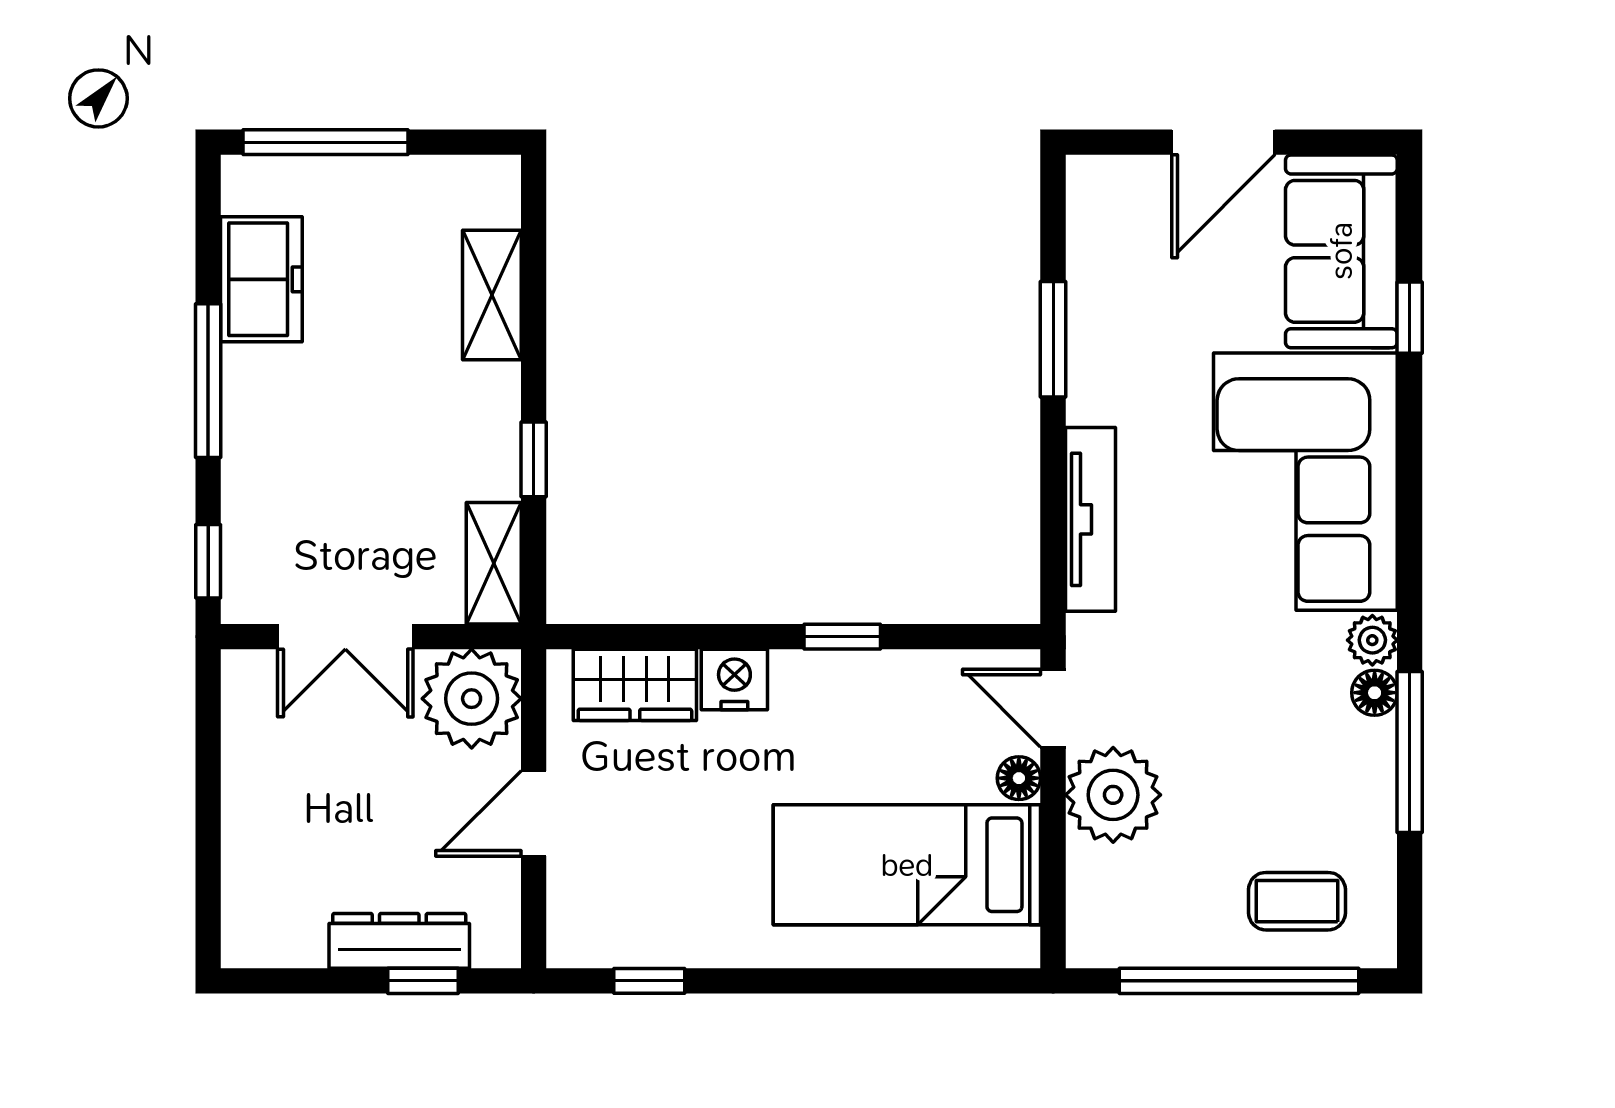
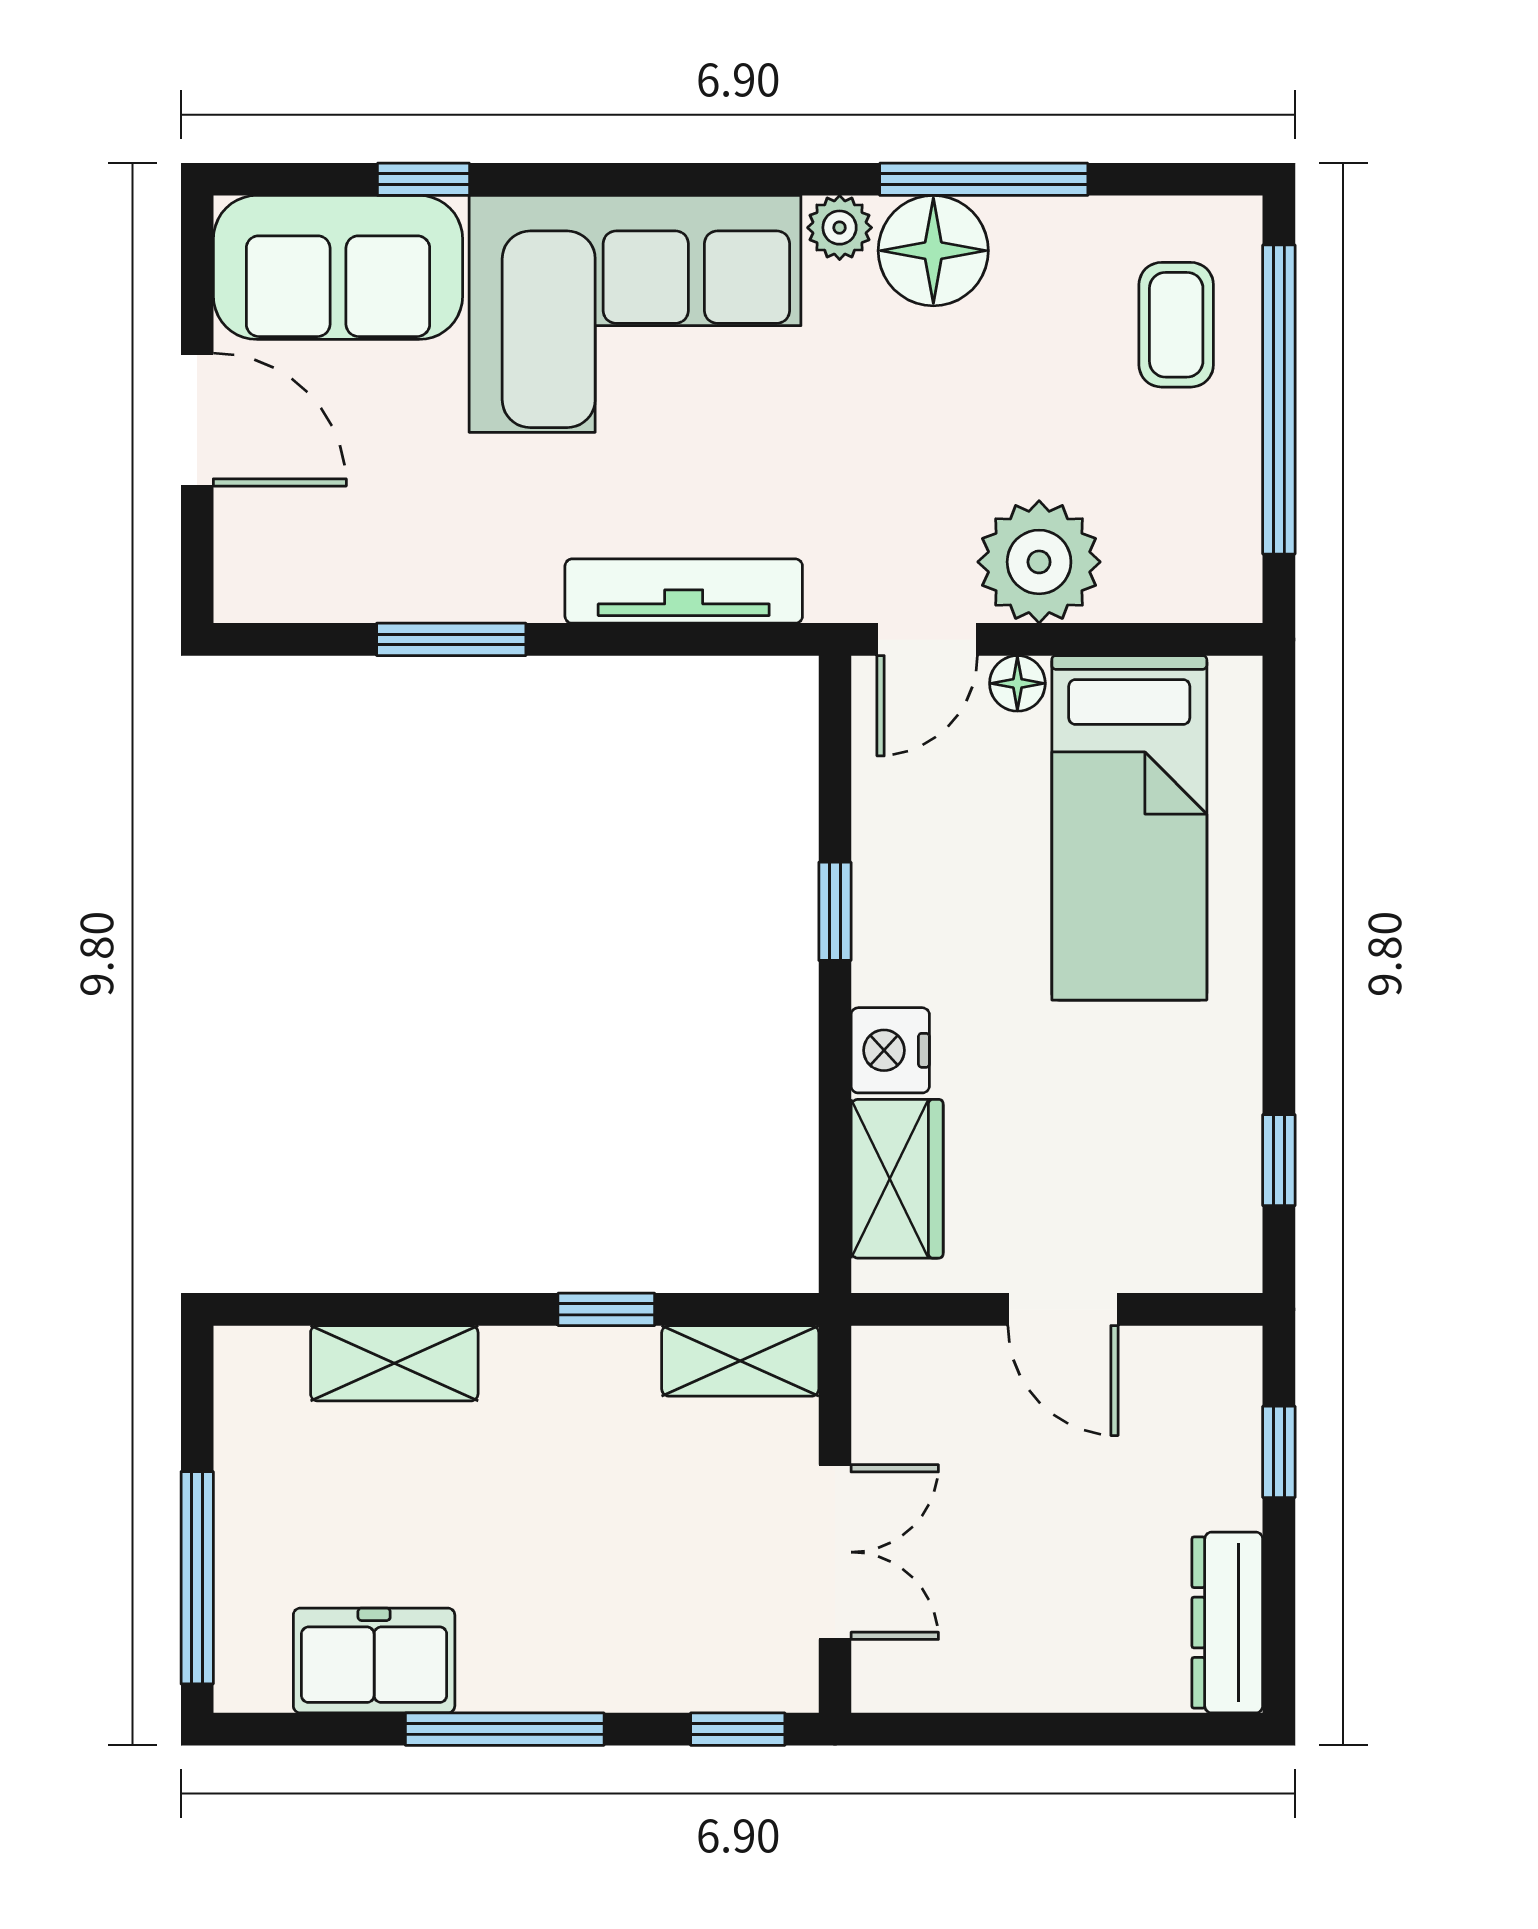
floor lamp: (1375, 693) -> (933, 251), width x1.89, depth x1.89
plant: (472, 699) -> (915, 1389), removed
dresser: (399, 941) -> (1227, 1623), moved

